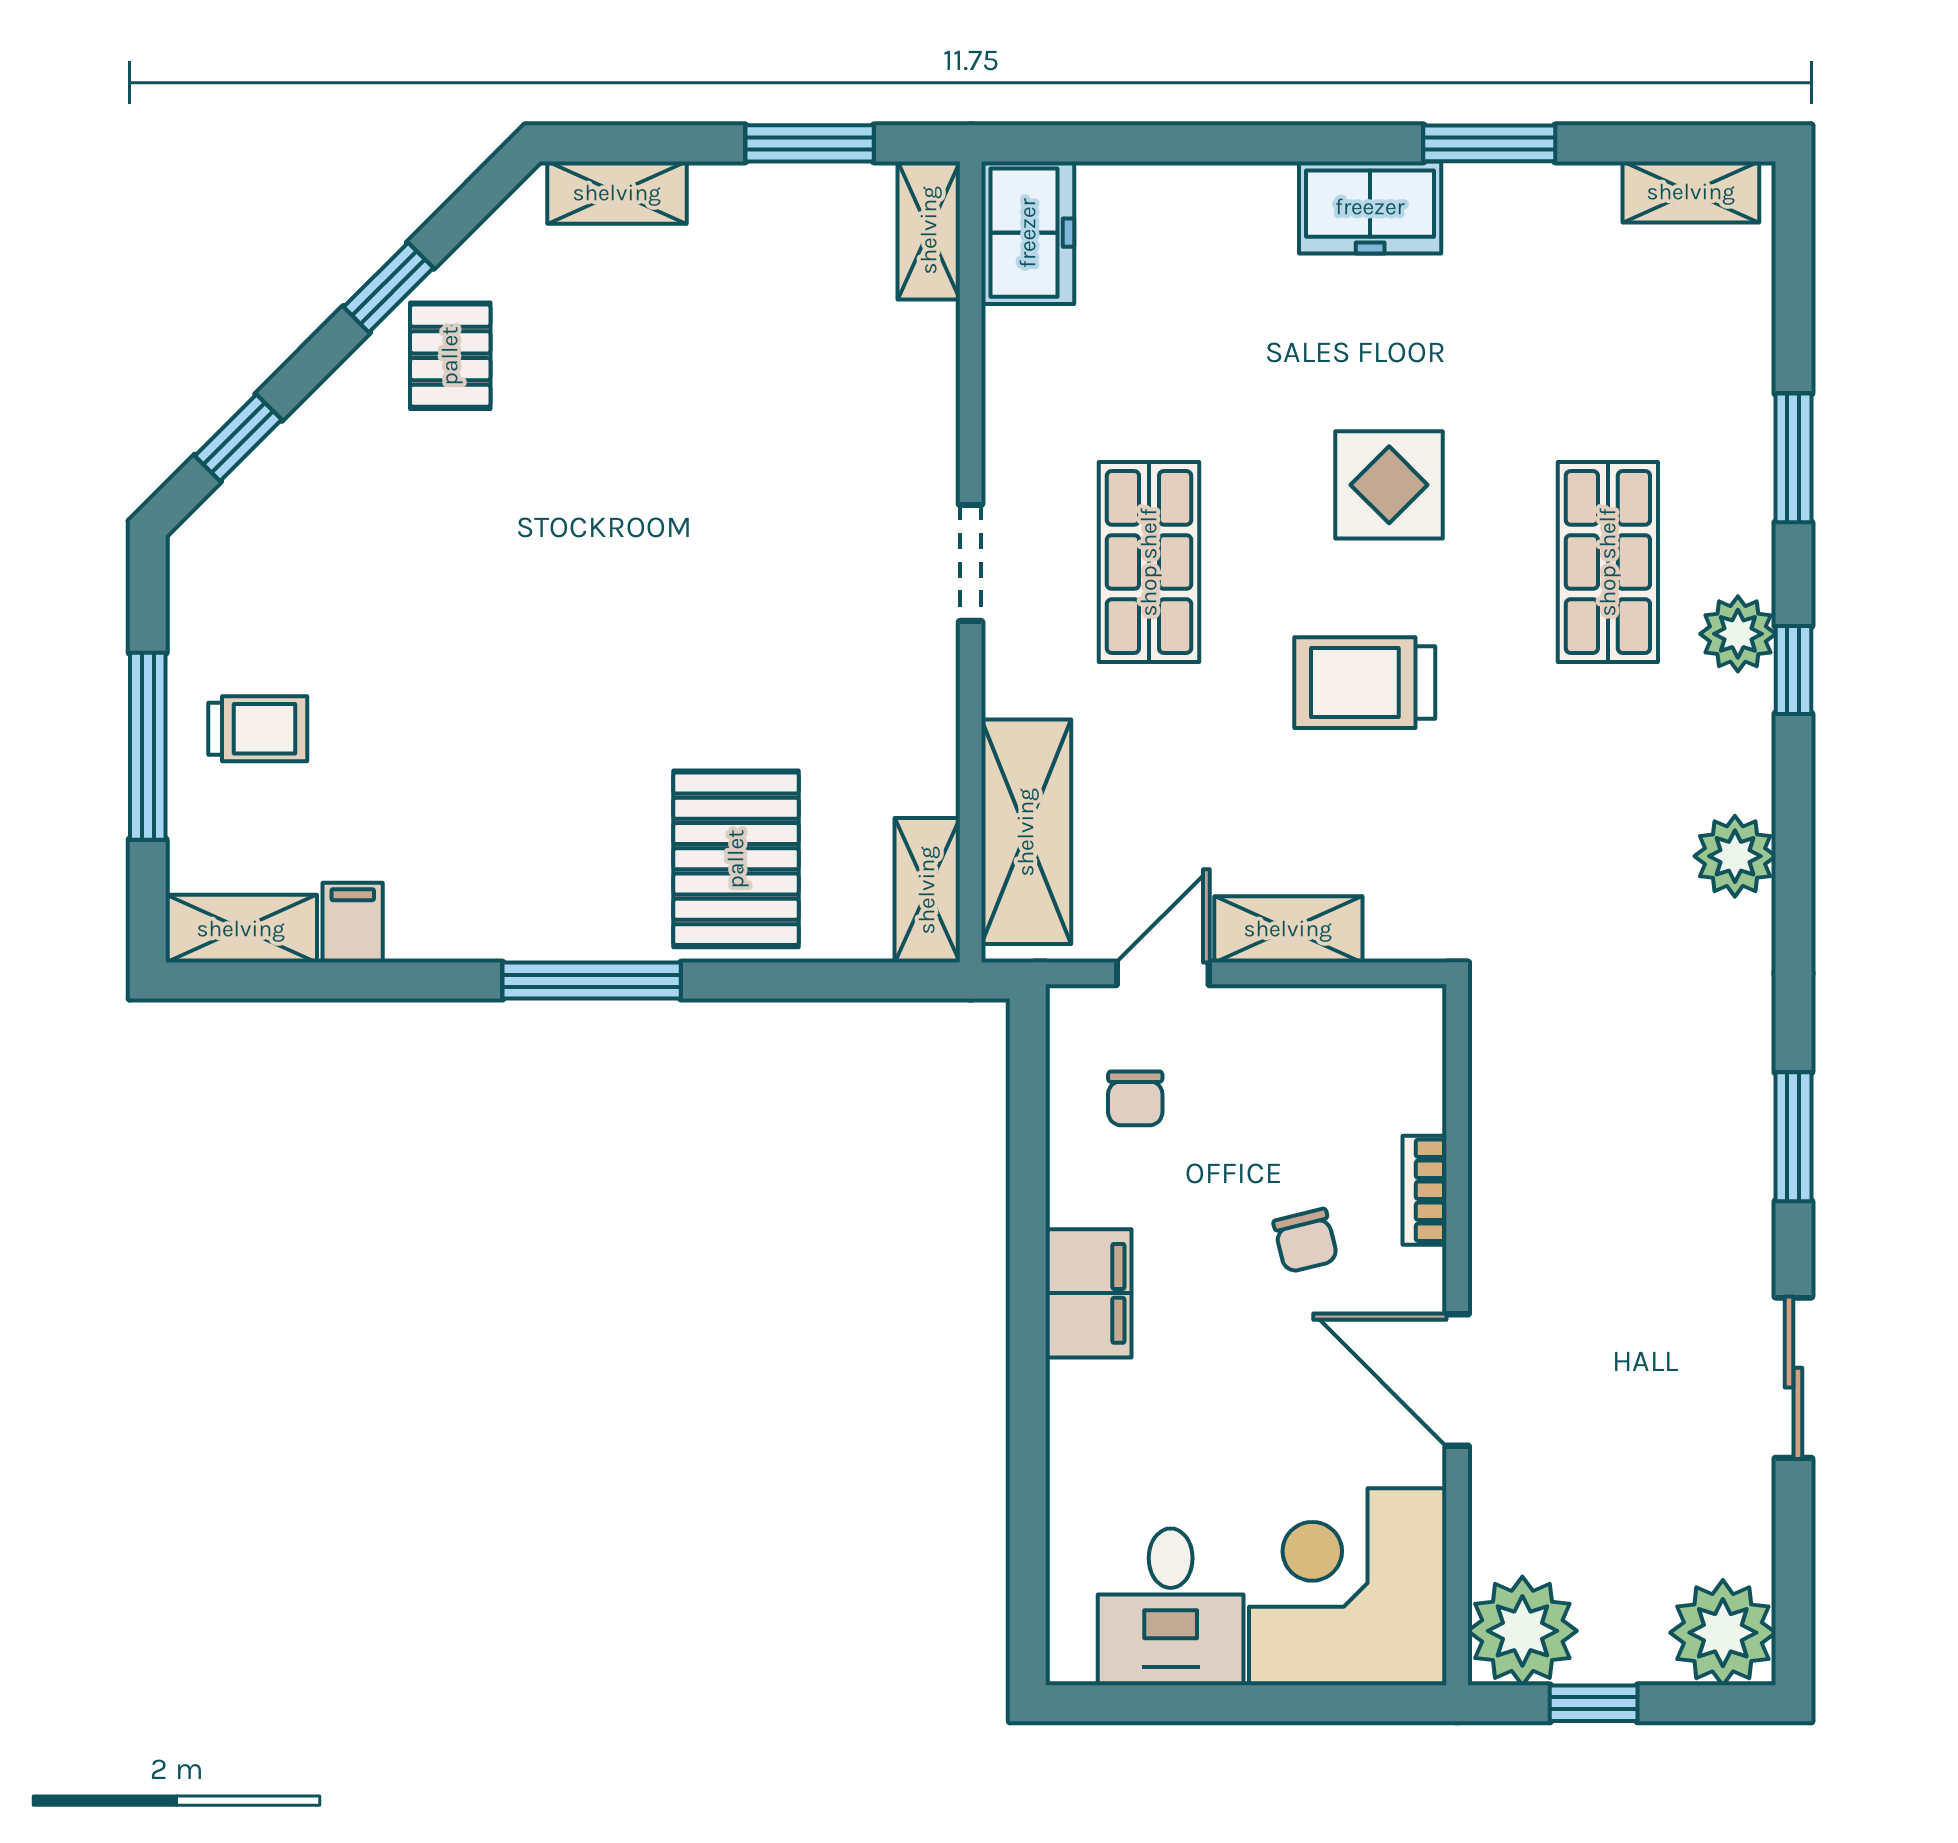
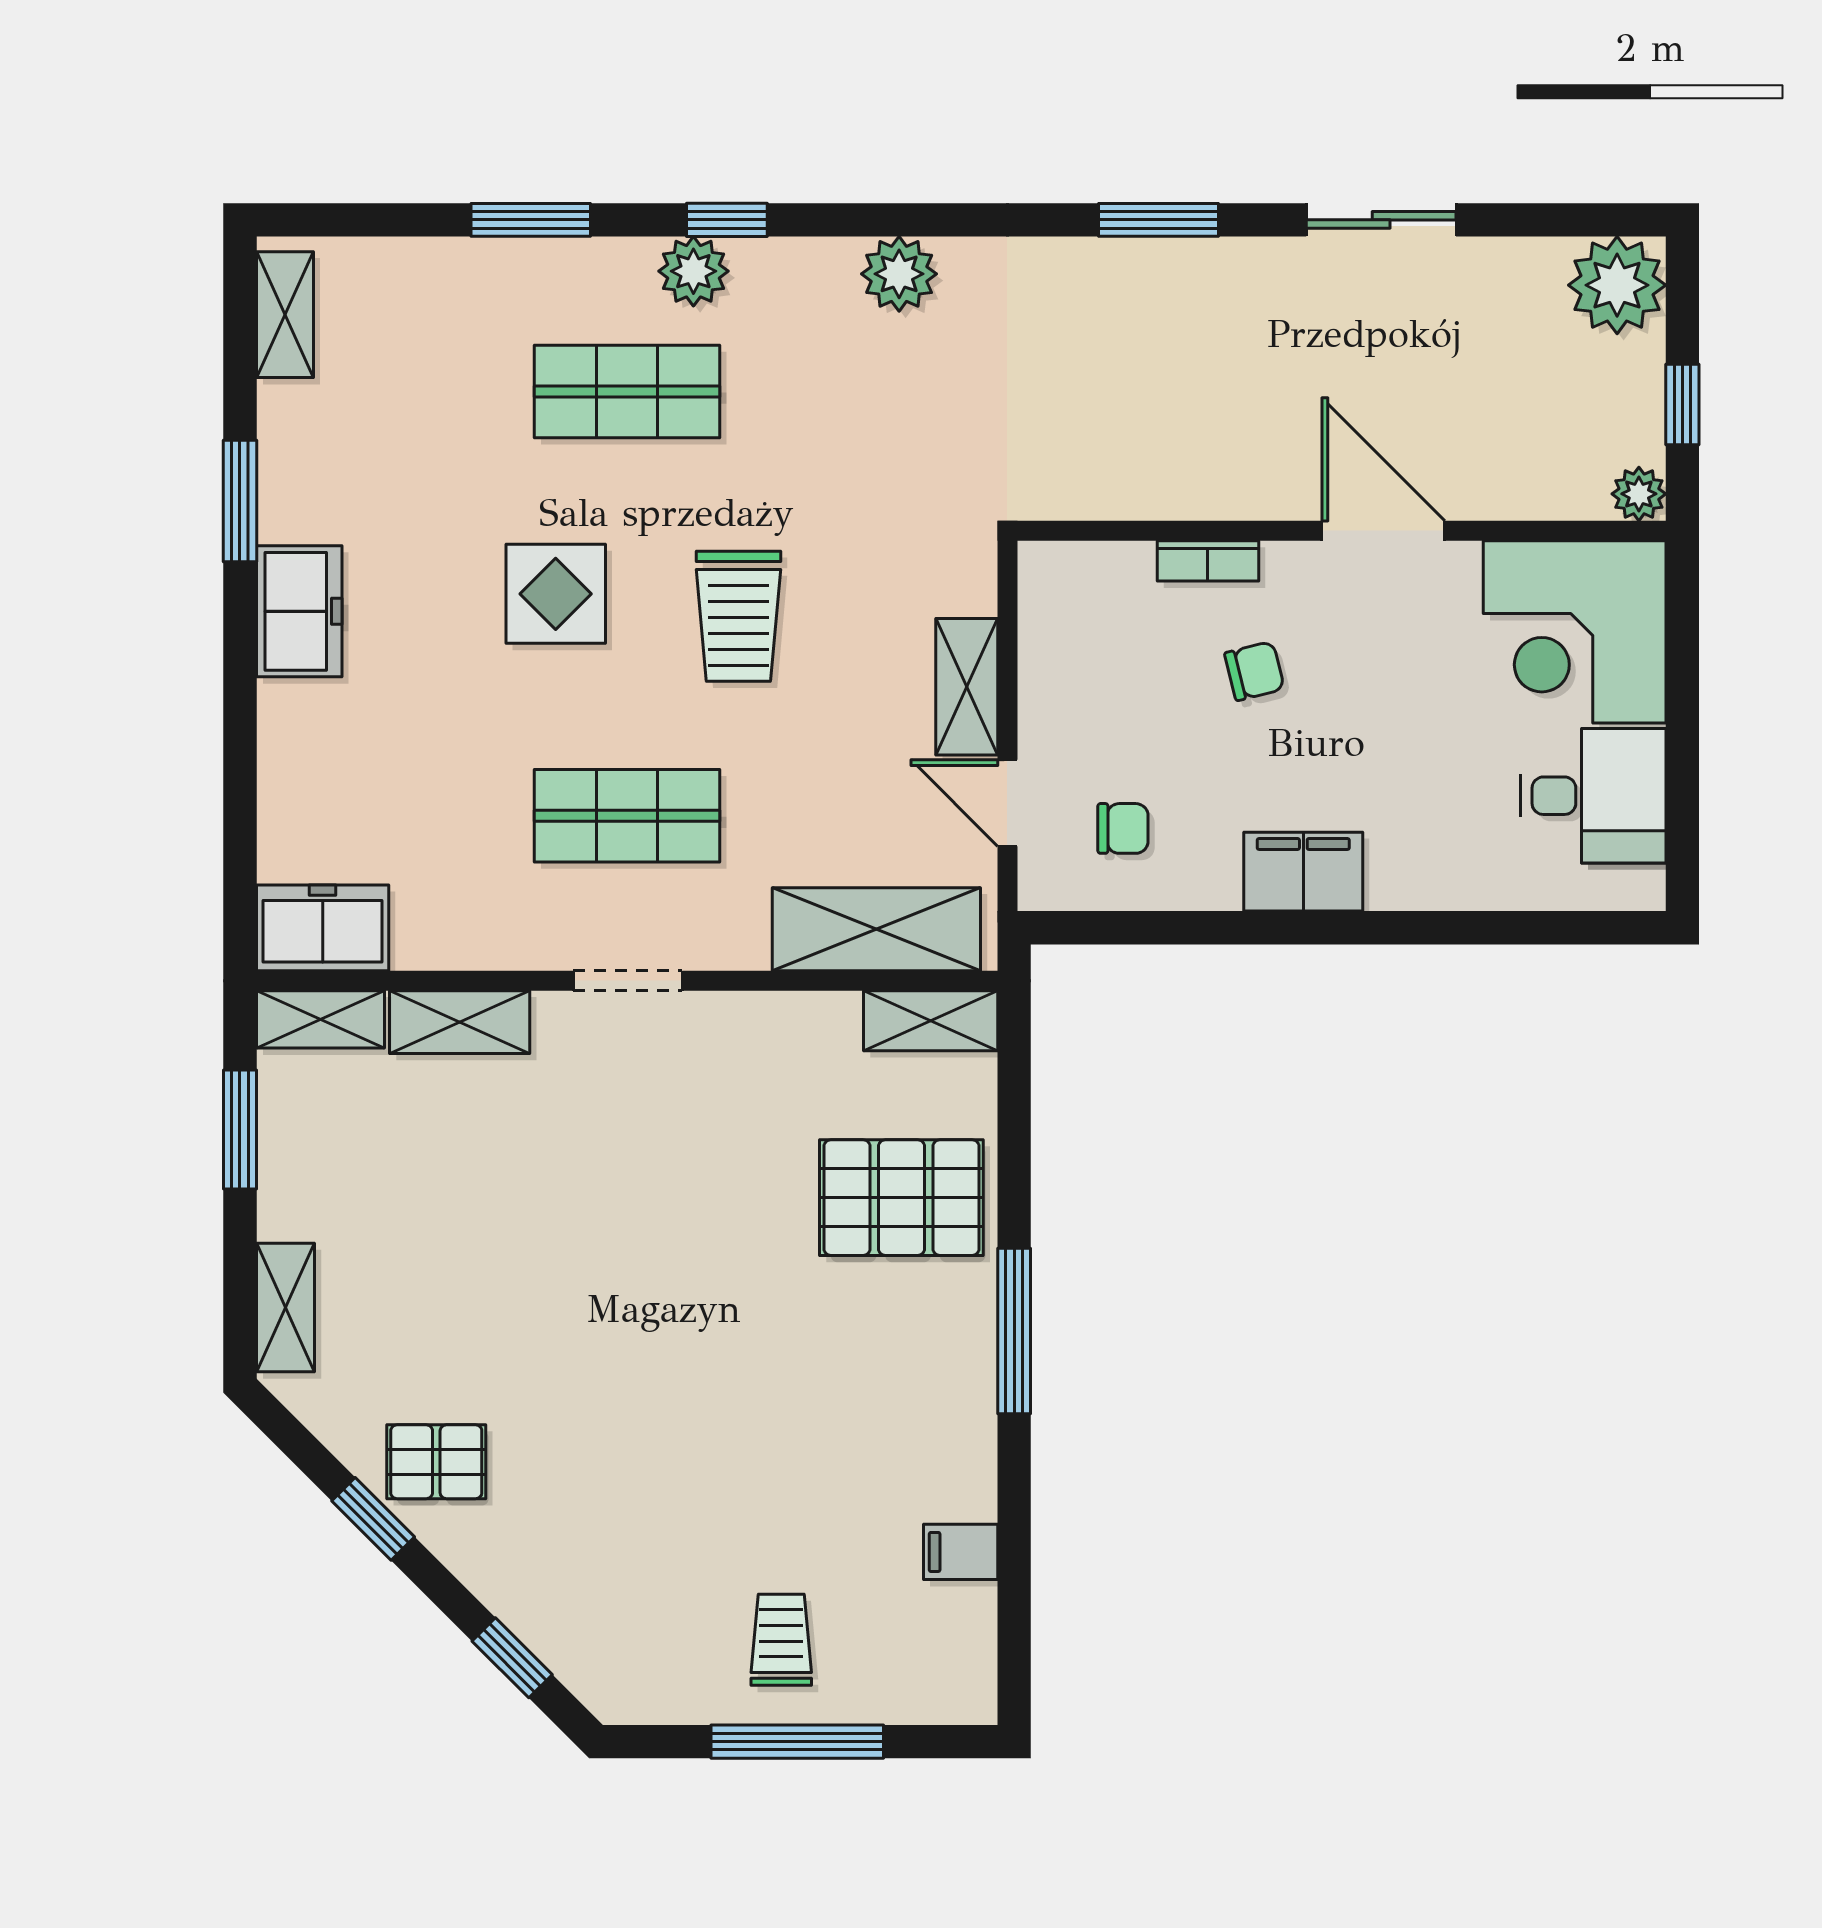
shelving: (241, 929) -> (460, 1022), moved, turned 90
door: (1457, 1380) -> (1383, 531), swing flipped
plant: (1522, 1631) -> (1639, 494), width x0.53, depth x0.53

